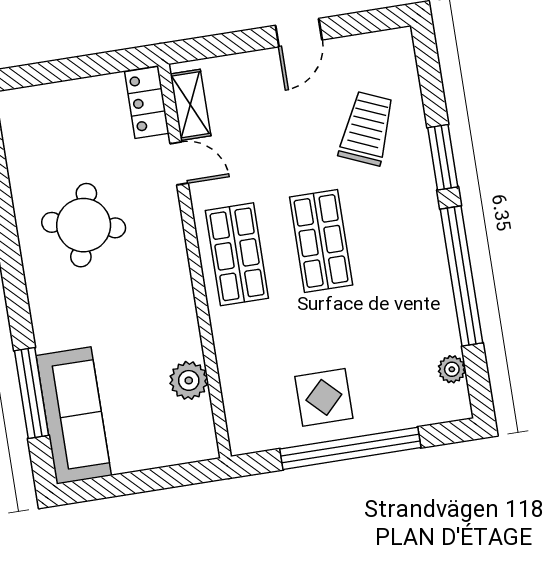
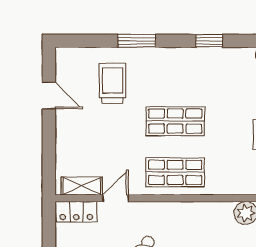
door: (299, 33) -> (49, 95), moved
trolley: (367, 129) -> (112, 83), turned 67
window: (461, 276) -> (209, 41), width x0.32

